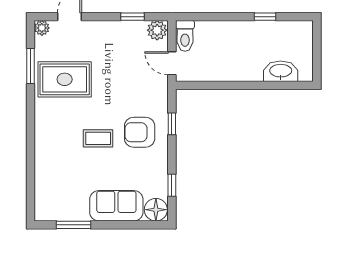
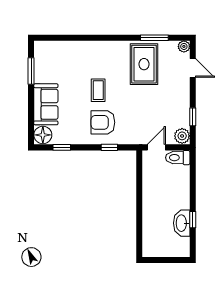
washbasin: (281, 71) -> (182, 223), moved, turned 180
armchair: (140, 132) -> (103, 122), turned -90

